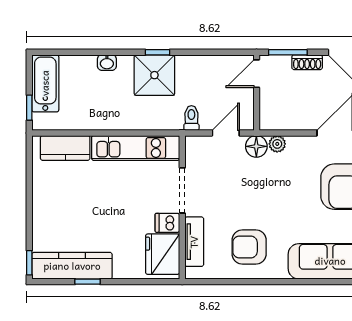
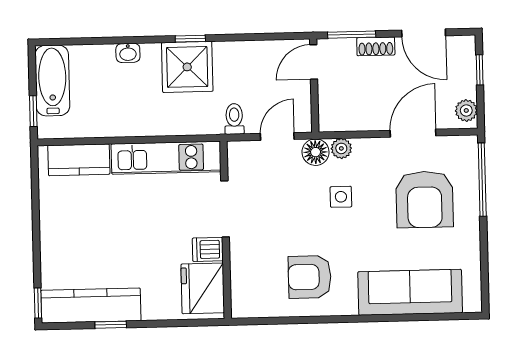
side table: (276, 183) -> (341, 197), added
tv unit: (194, 242) -> (241, 272), removed

